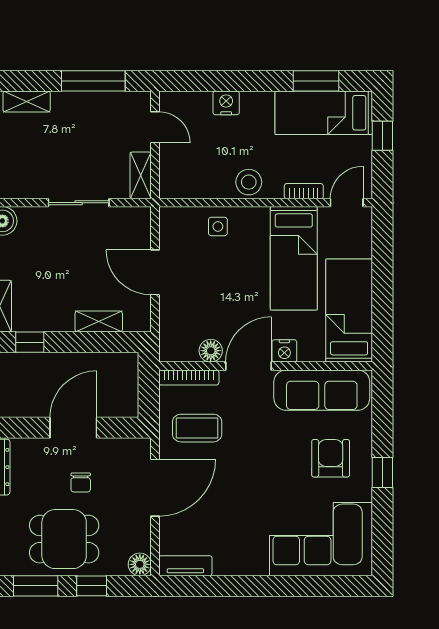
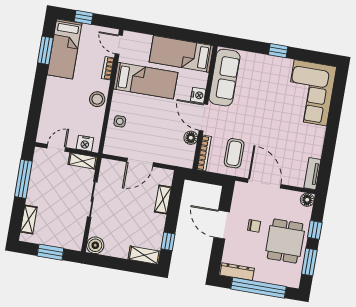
nightstand: (226, 103) -> (85, 143), moved, turned -90
armchair: (331, 458) -> (265, 79), removed

